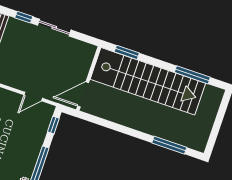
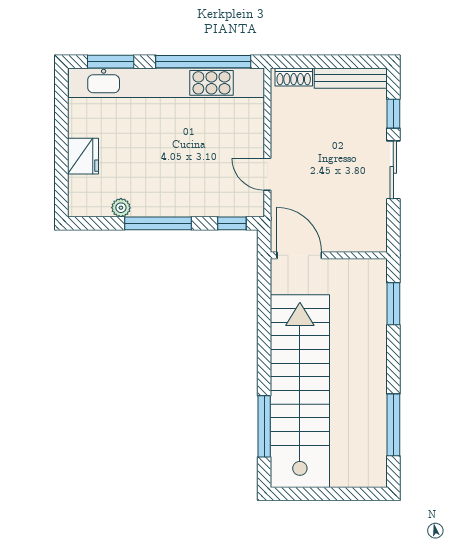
stairs: (148, 81) -> (300, 391), moved, turned 180

